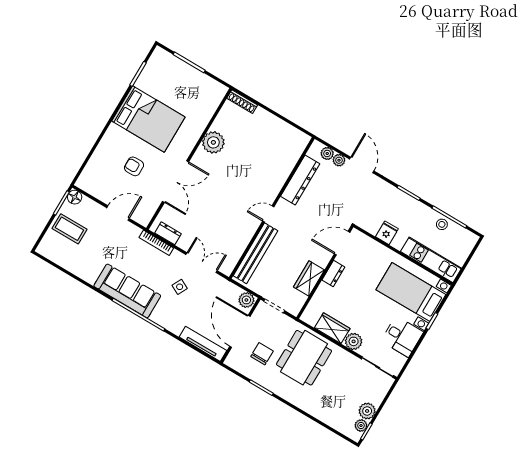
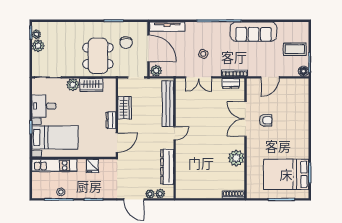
bed: (148, 119) -> (286, 174), moved
armchair: (134, 166) -> (266, 120), moved
sofa: (127, 291) -> (254, 32), moved

